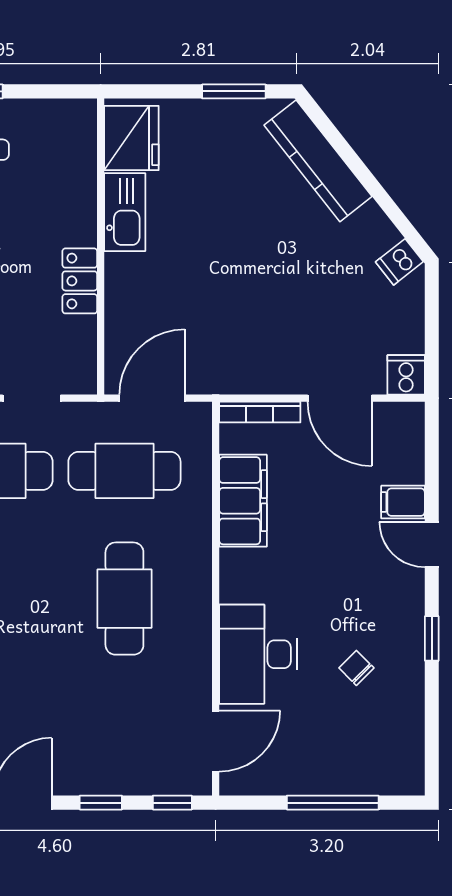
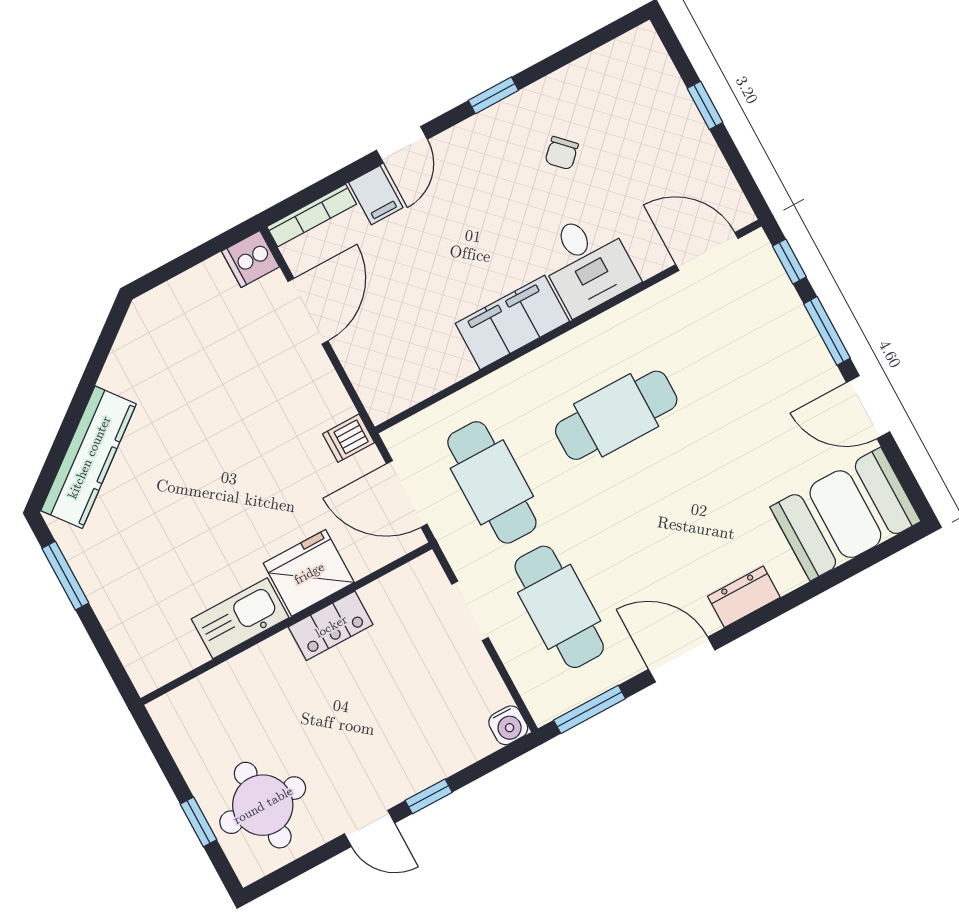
fridge: (131, 138) -> (309, 573), moved
dishwasher: (399, 262) -> (348, 438), moved, turned 128
bookcase: (260, 412) -> (312, 215), moved, turned 90
filing cabinet: (243, 501) -> (512, 322), moved
desk: (258, 654) -> (587, 263), width x0.73
window: (101, 803) -> (827, 331), width x1.50
window: (333, 803) -> (705, 105), width x0.46

